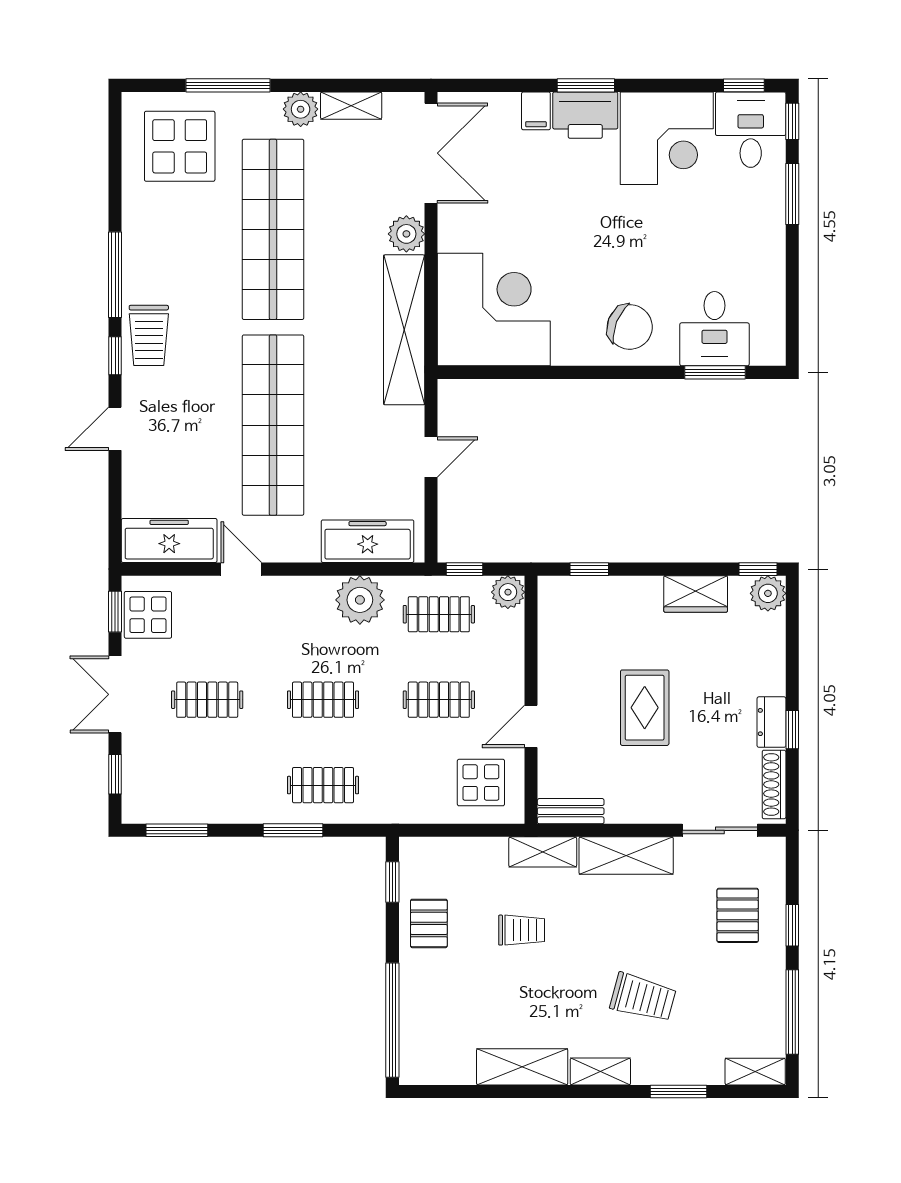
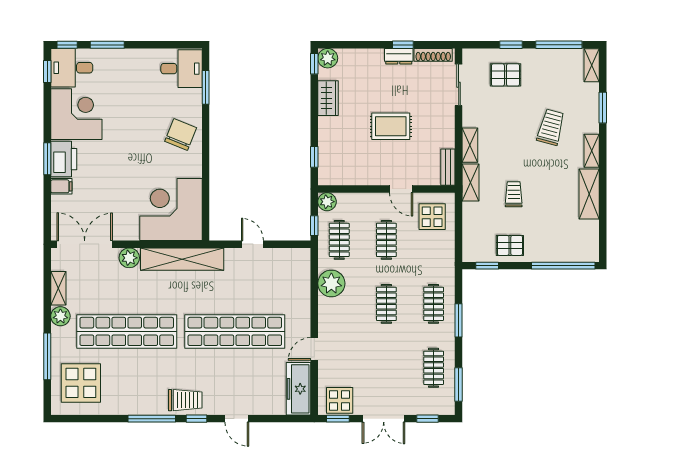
desk: (714, 329) -> (182, 69), moved
freezer: (368, 541) -> (299, 279), removed
clothes rail: (207, 700) -> (434, 368), moved
shelving: (626, 856) -> (470, 145), width x0.67, depth x0.75

